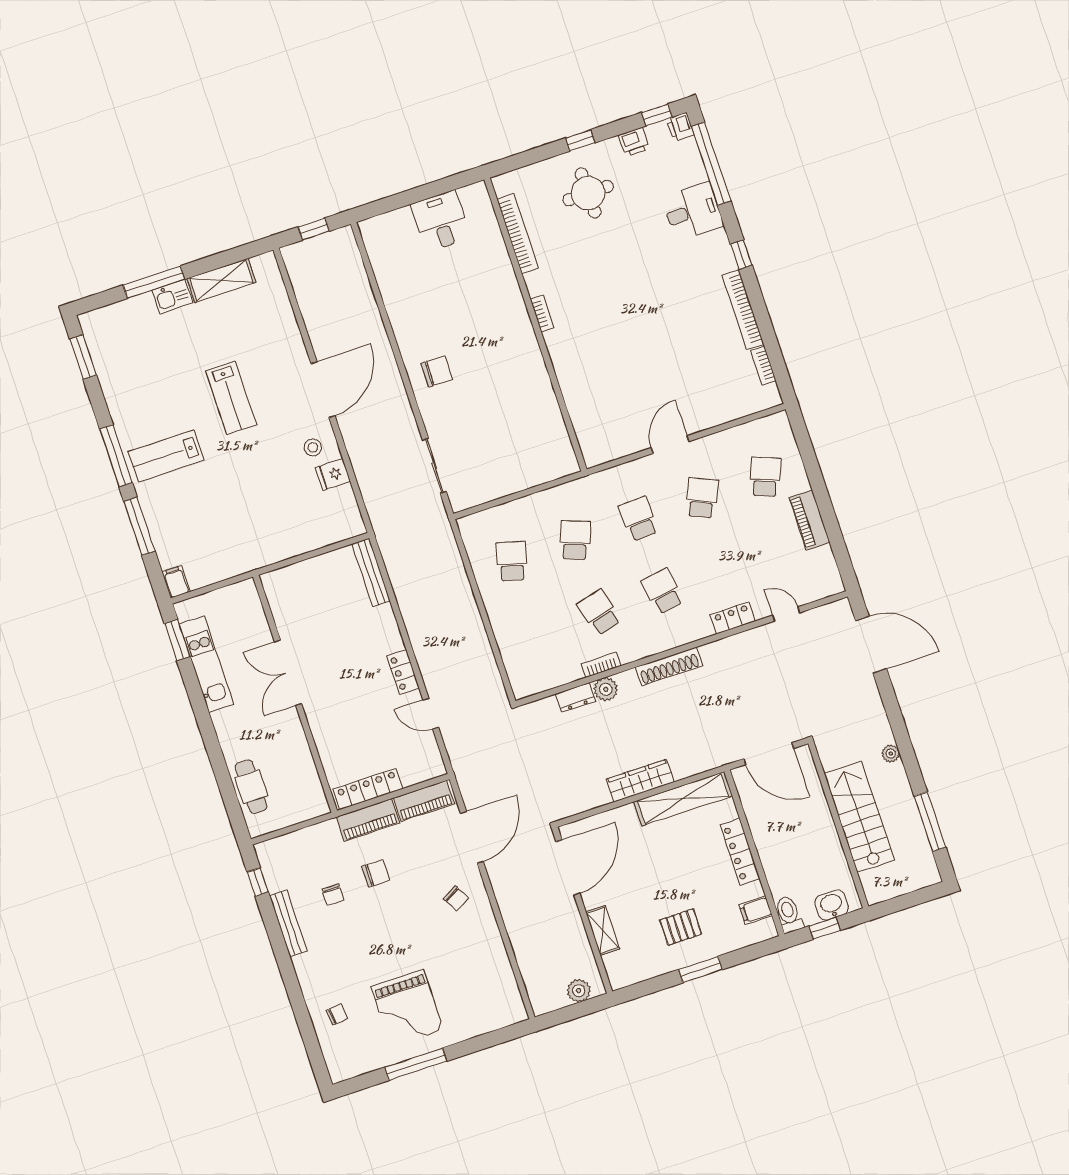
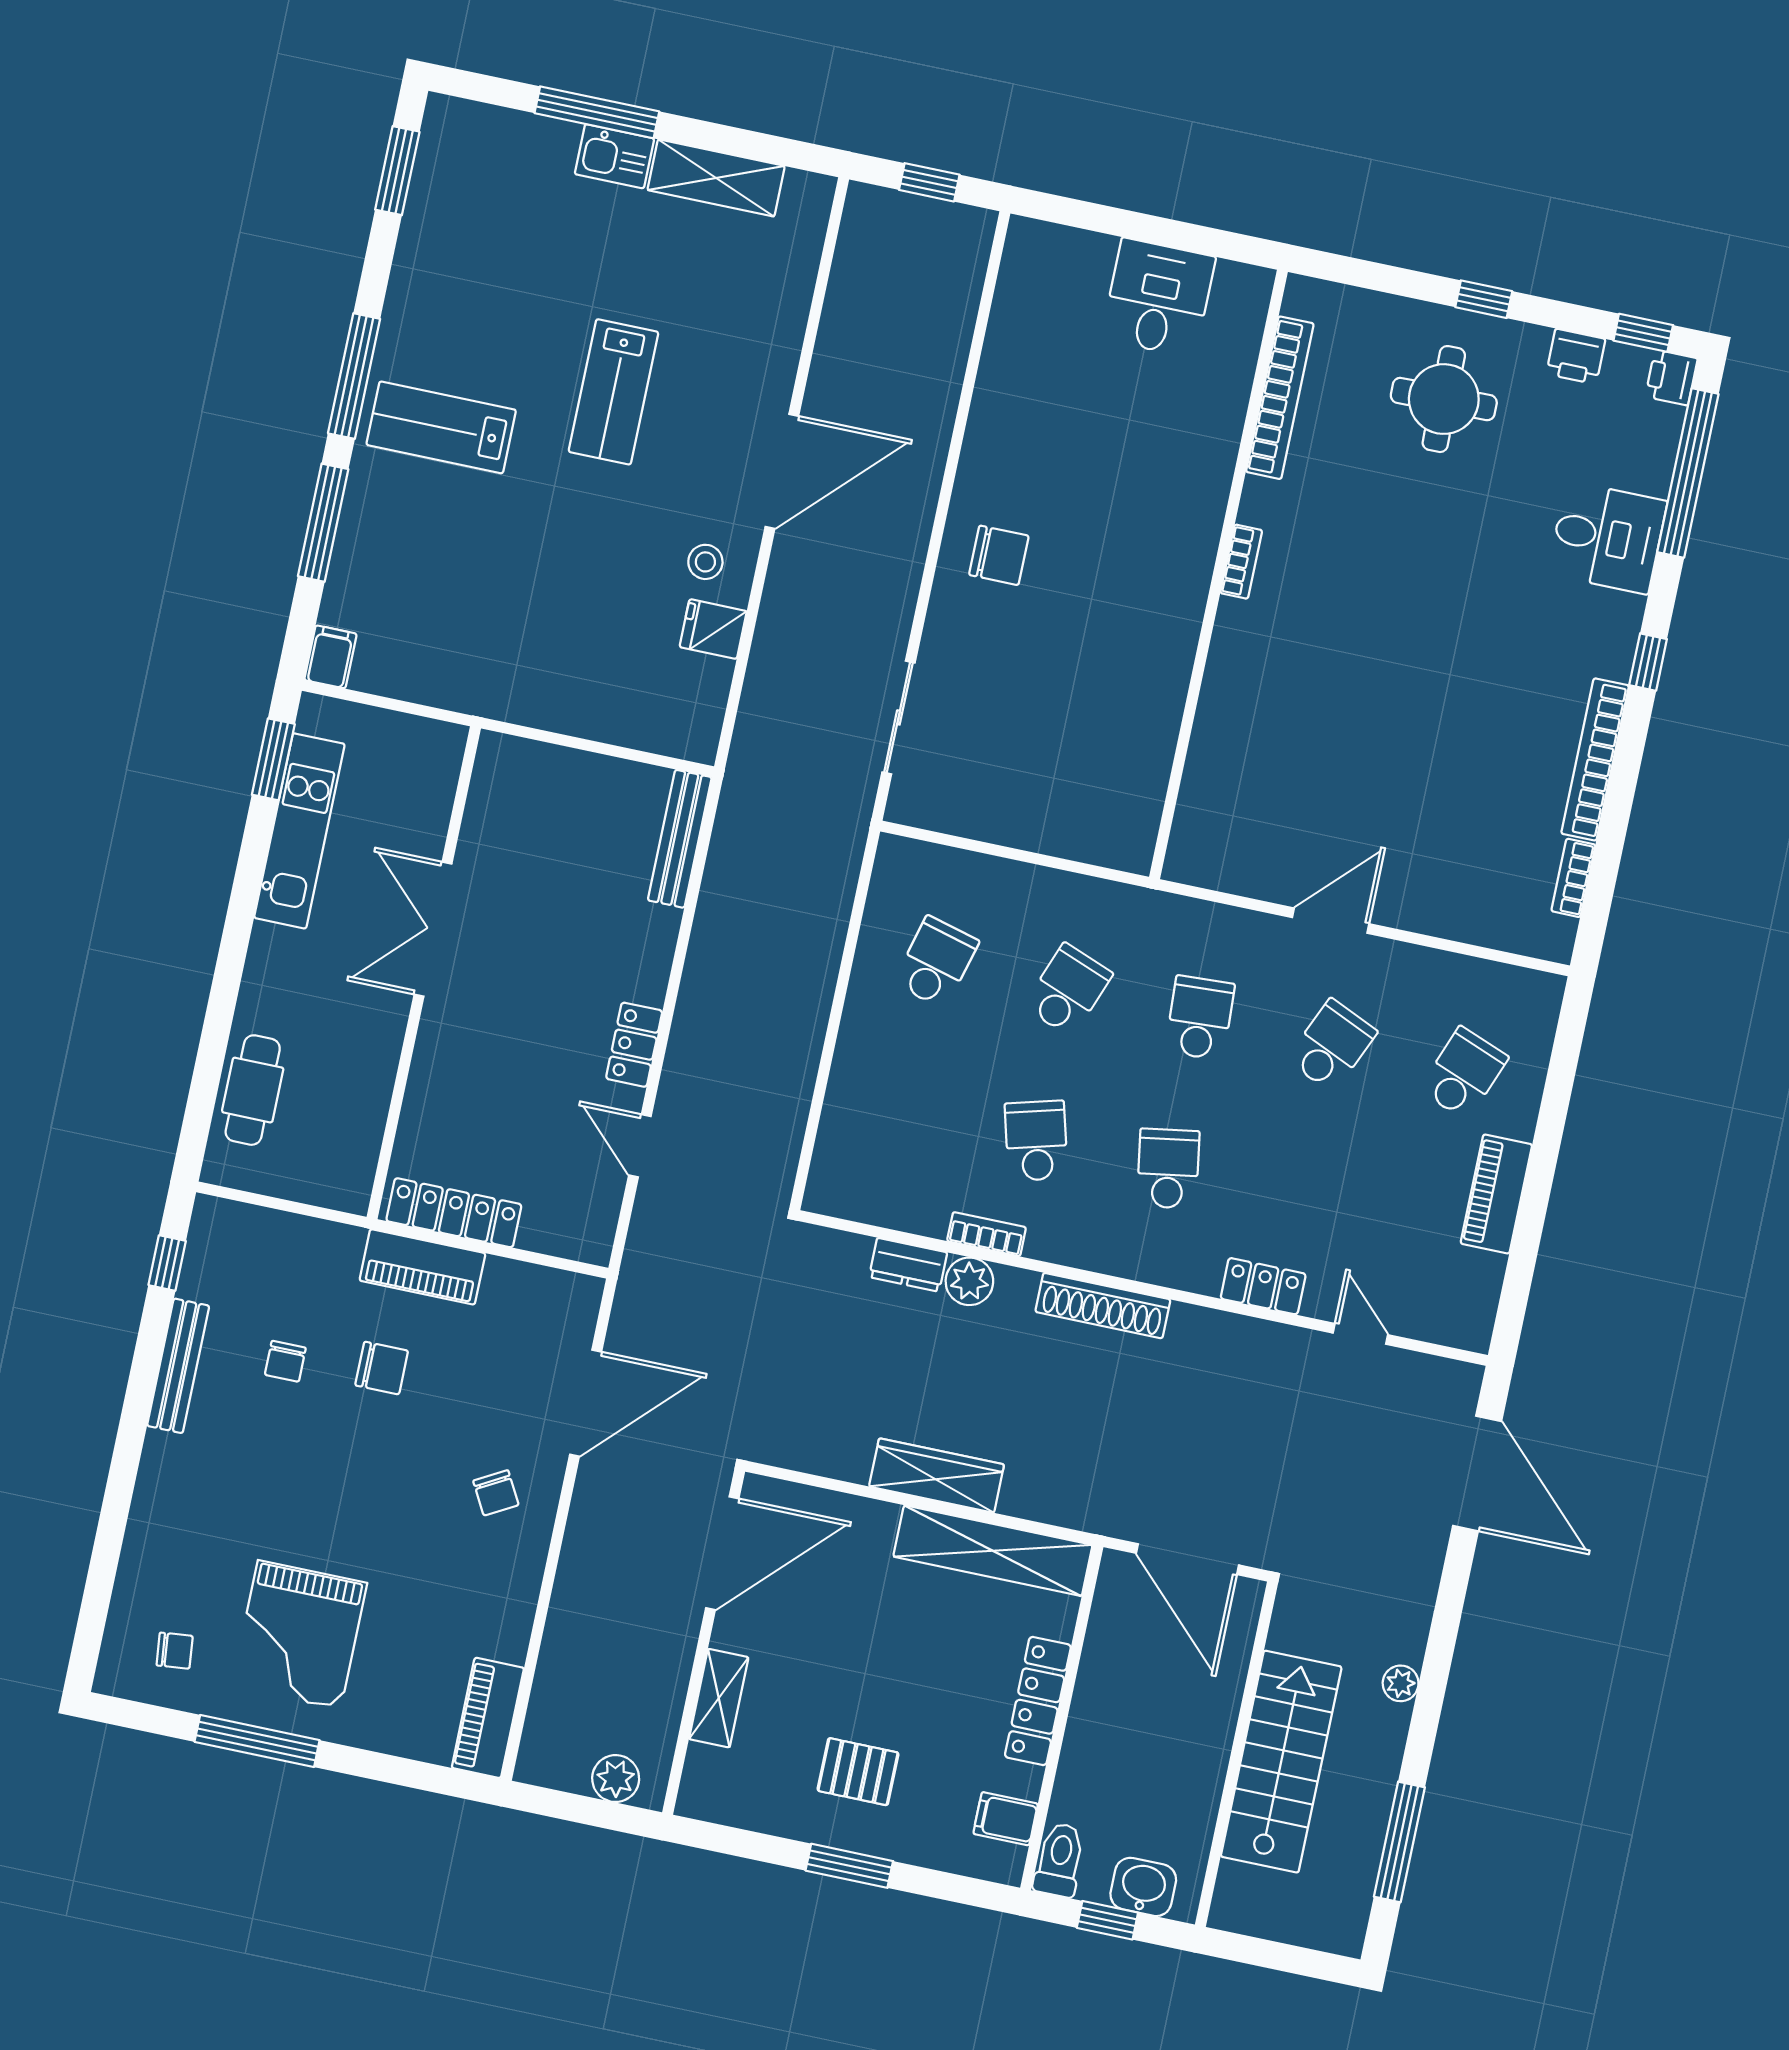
piano: (424, 801) -> (488, 1718), moved, turned 90
chair: (337, 1014) -> (175, 1651), moved

